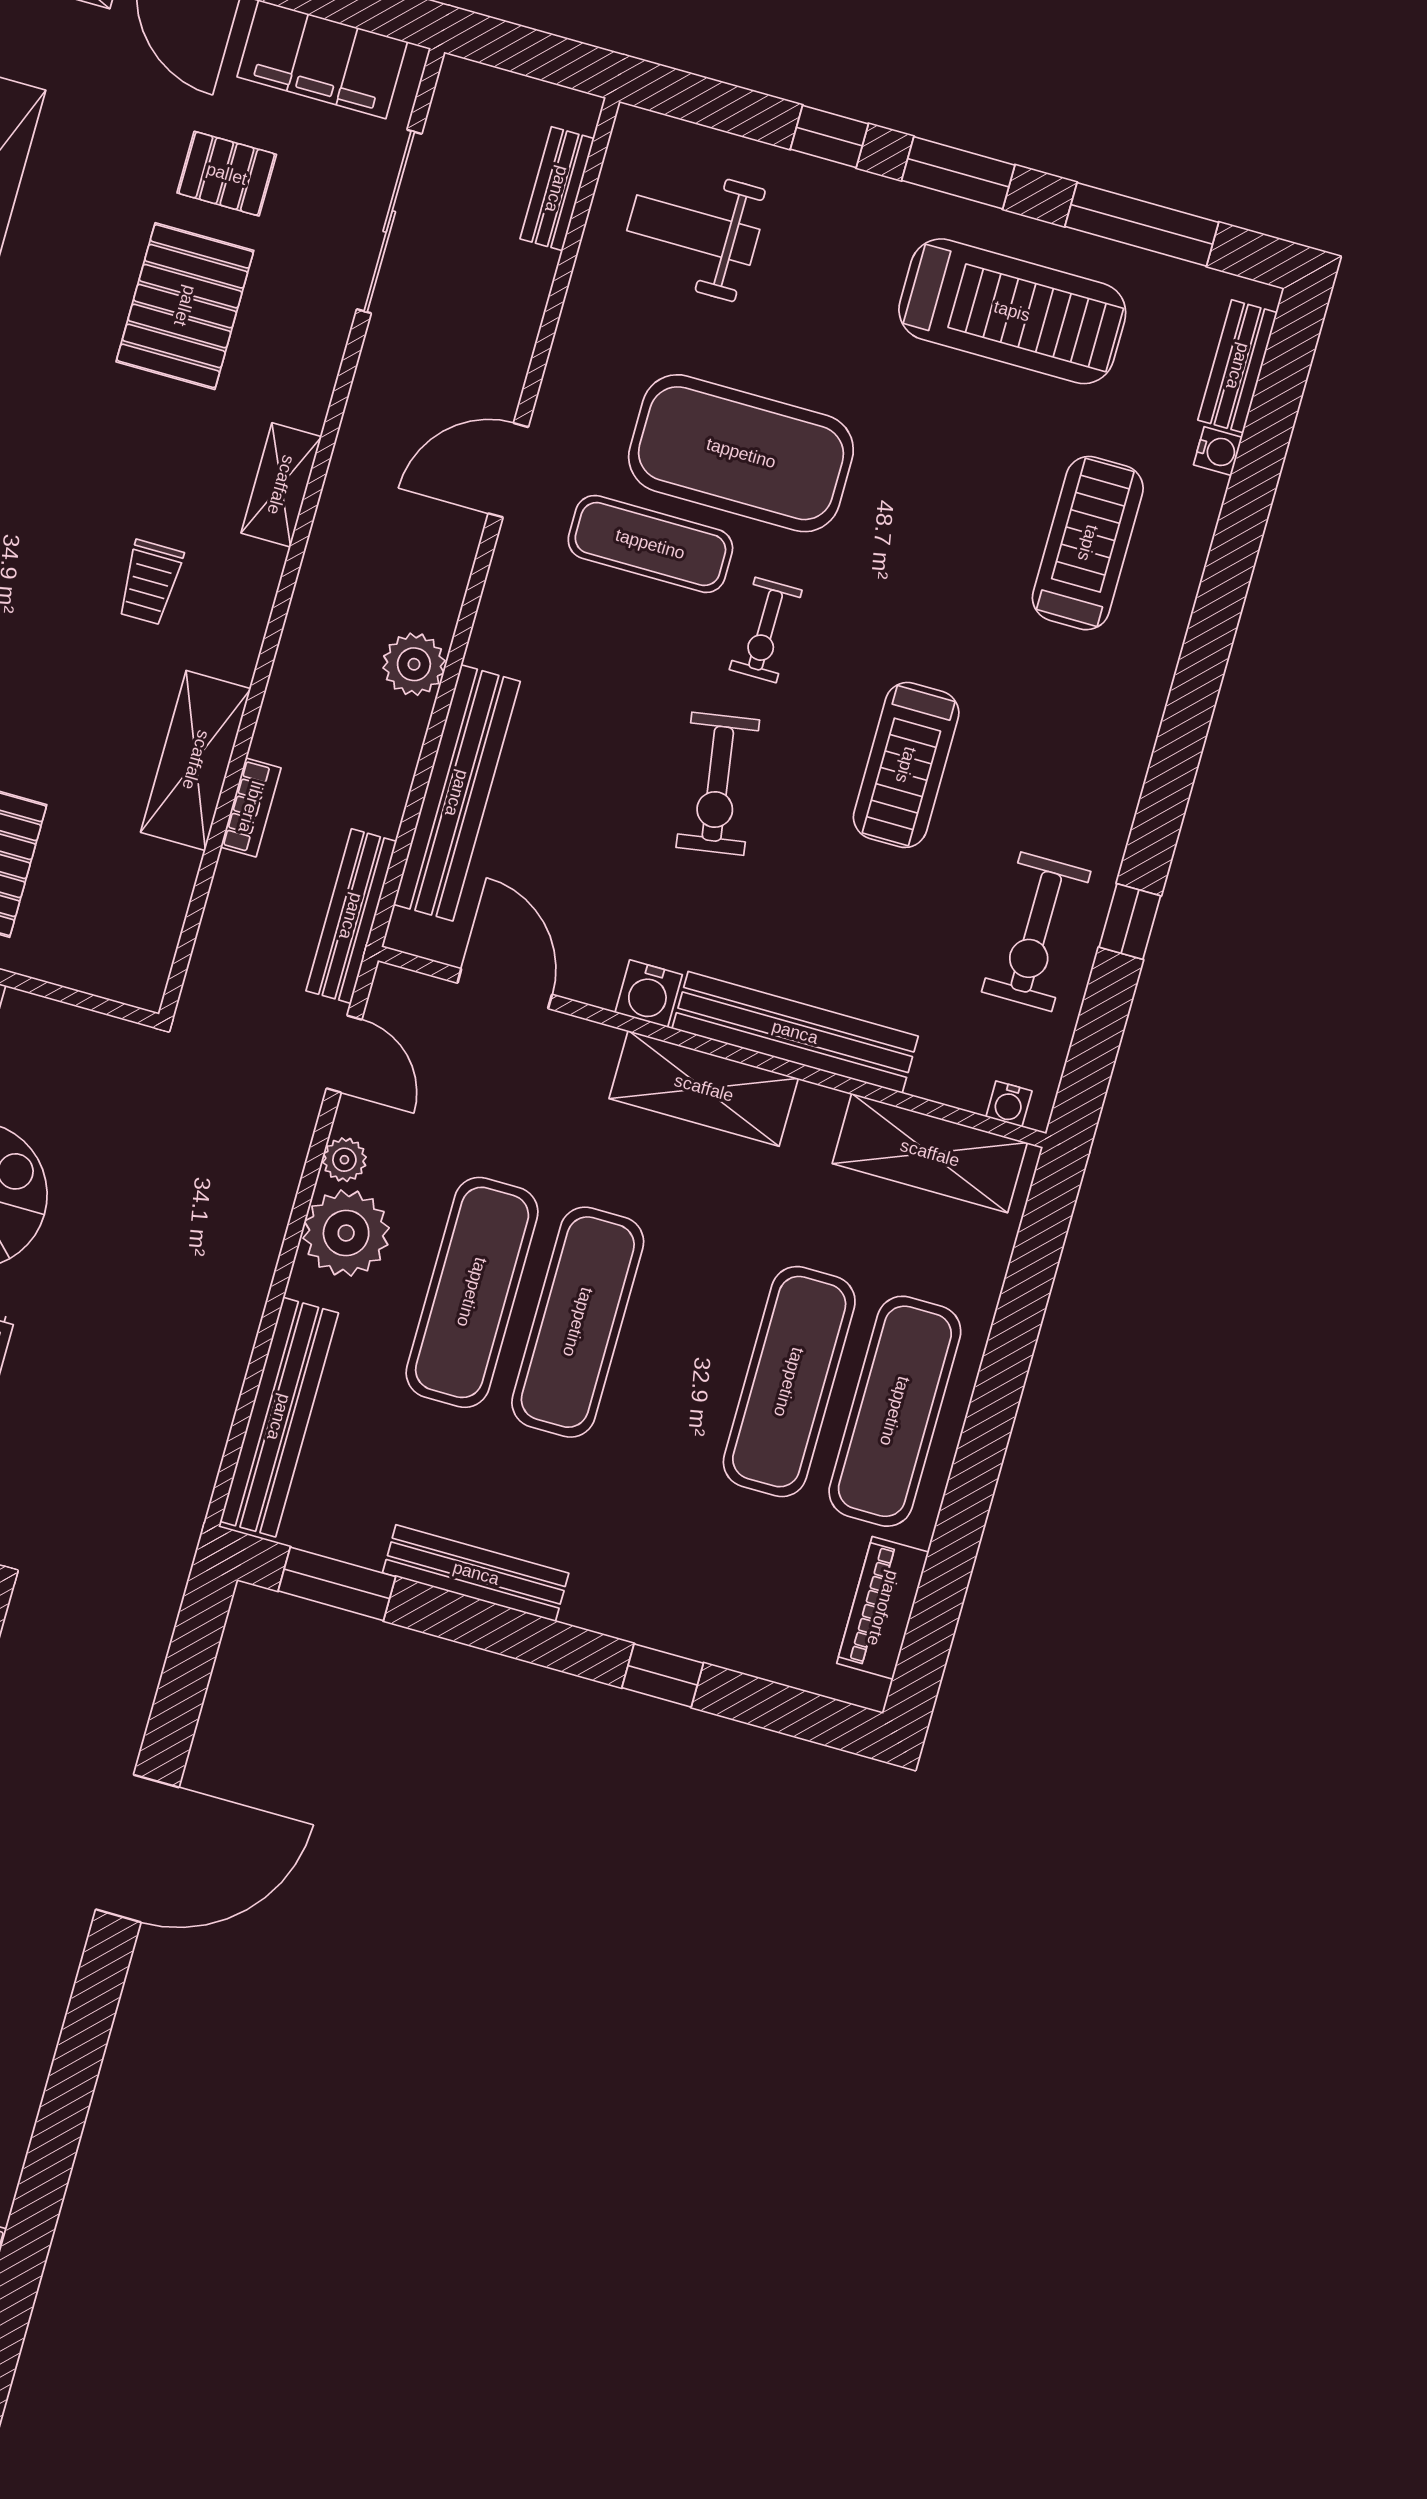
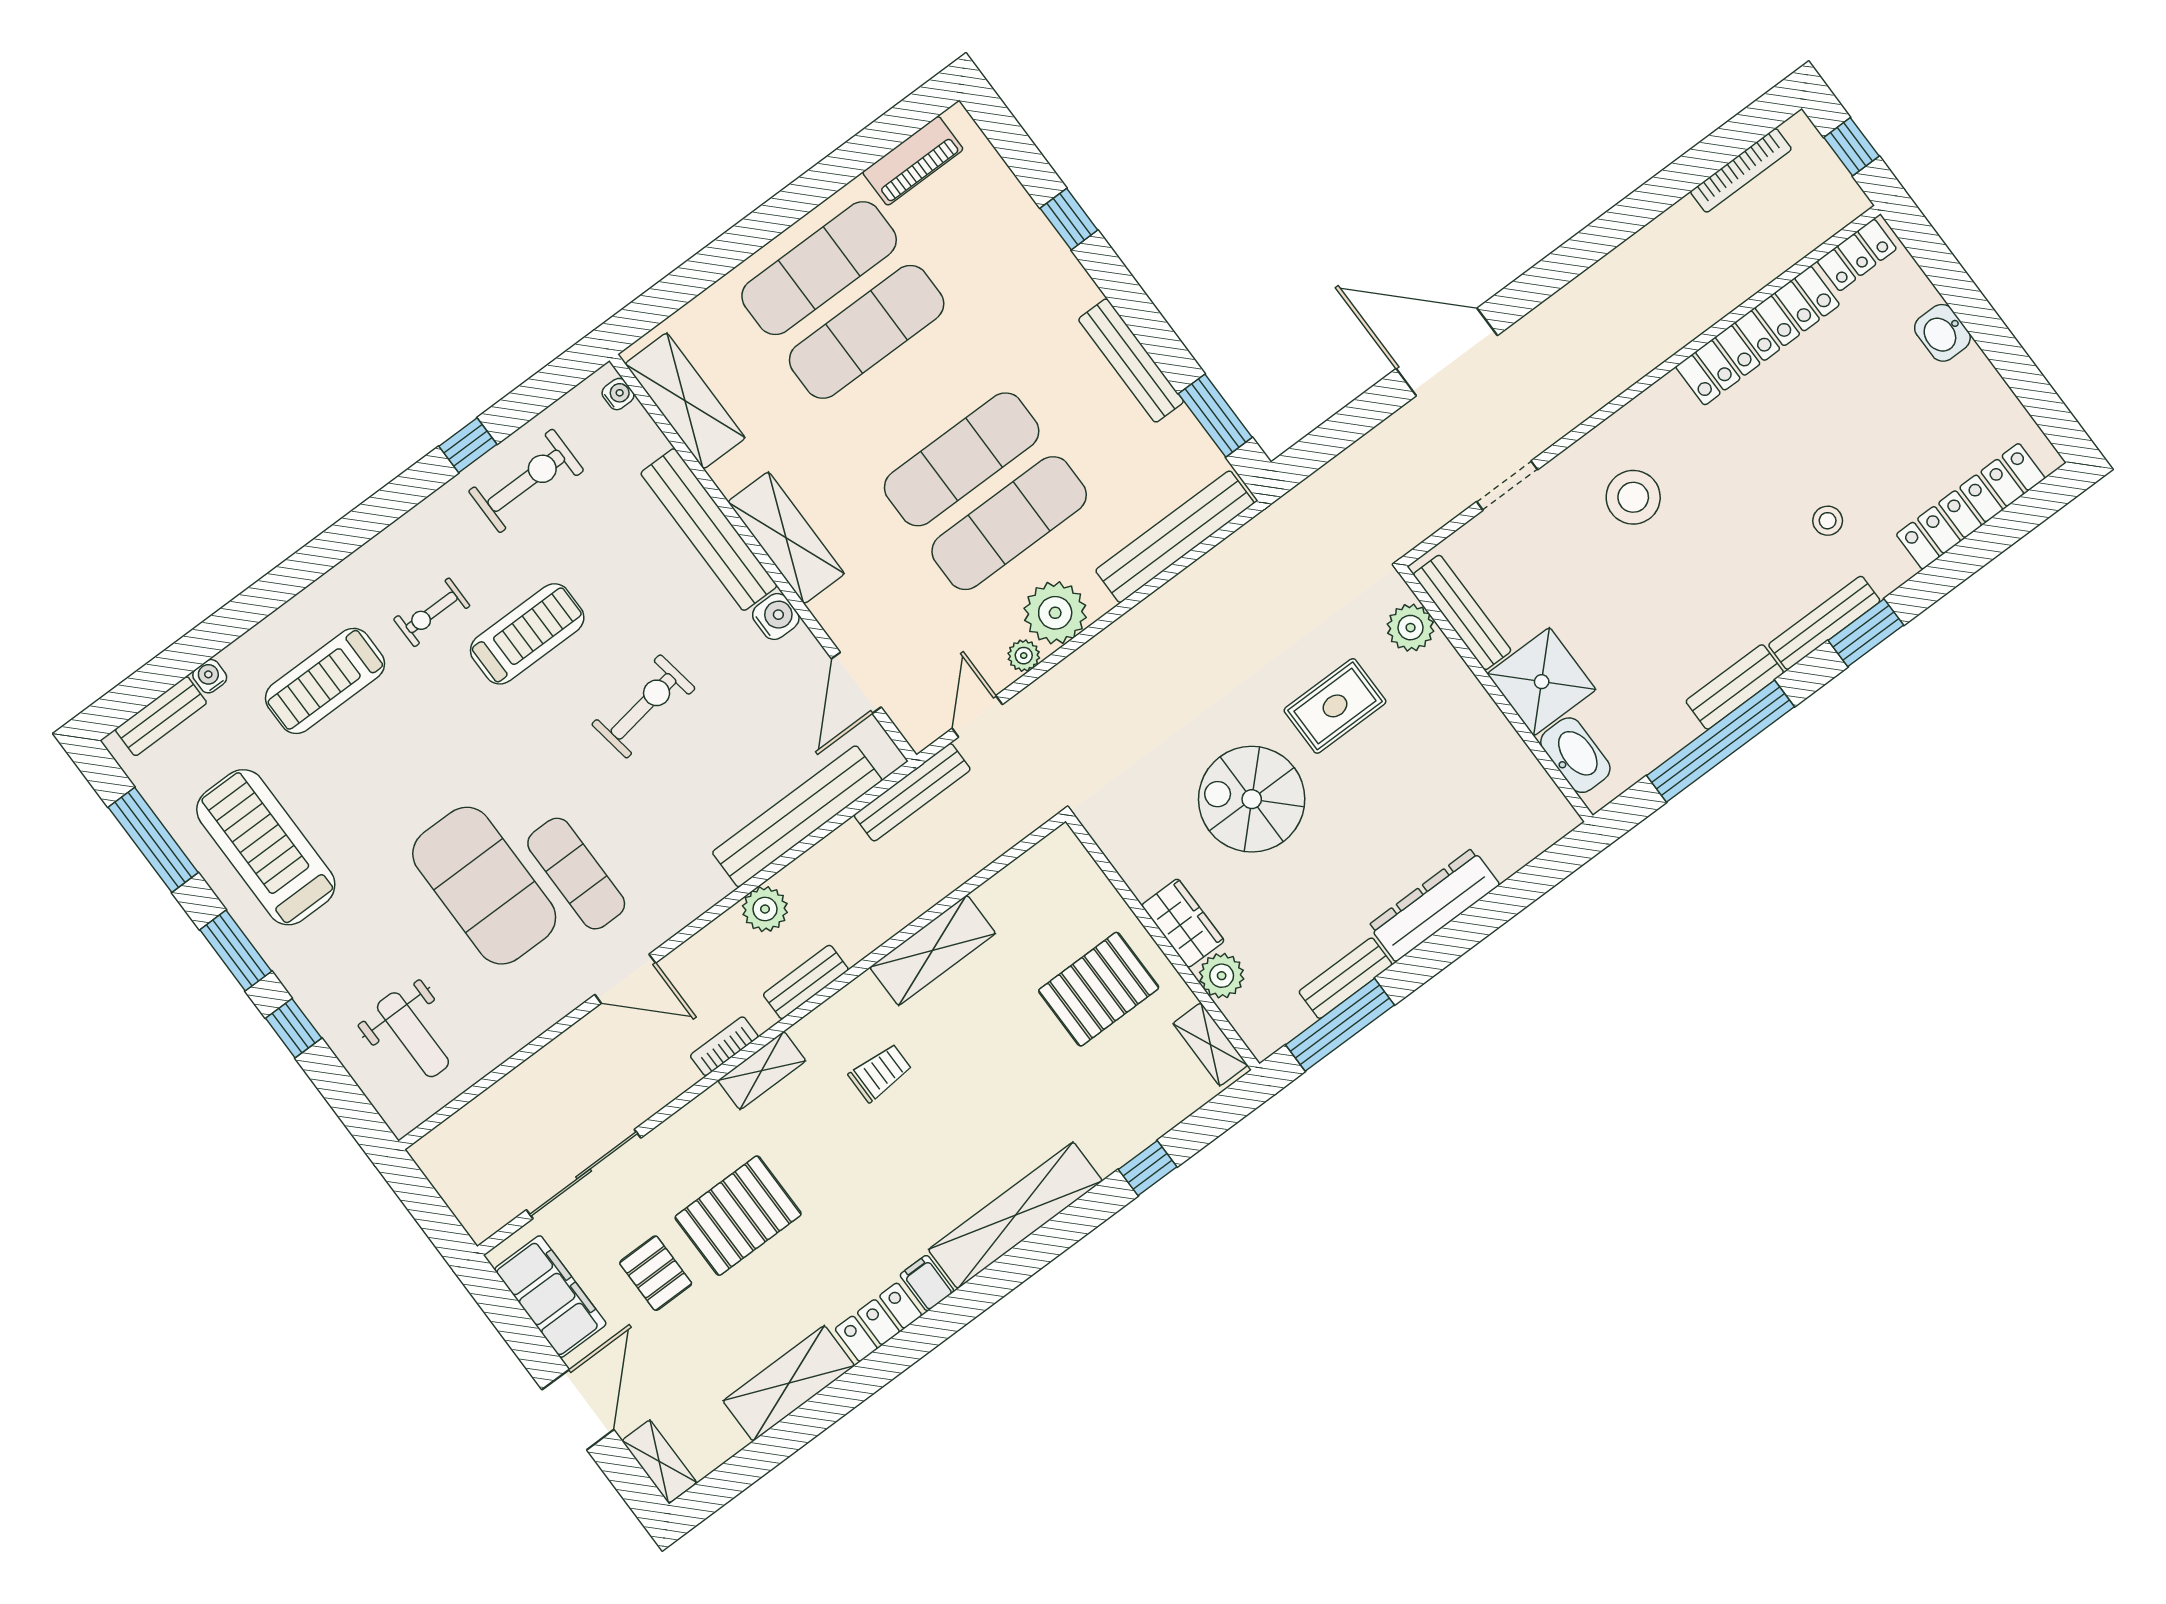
bench: (557, 189) -> (806, 982), moved
exercise bike: (766, 630) -> (432, 612), moved, turned 180
bookcase: (251, 807) -> (724, 1046), moved

